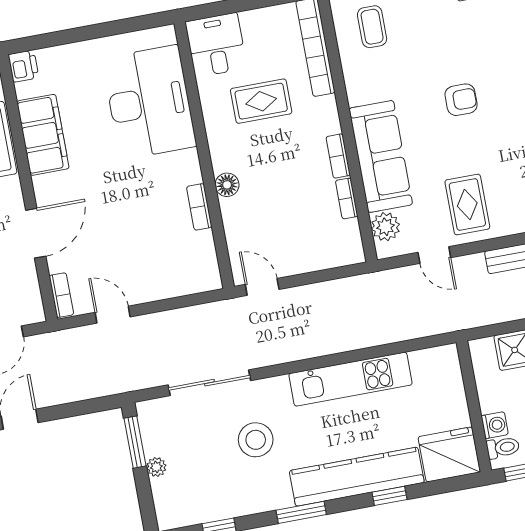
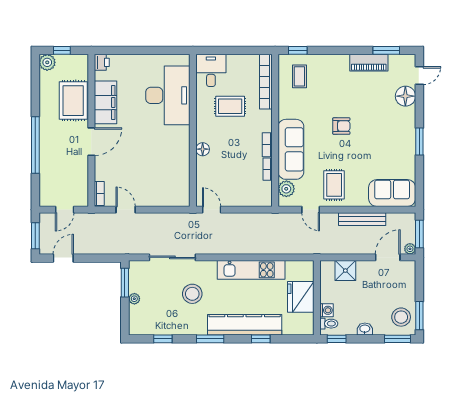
bookcase: (199, 207) -> (185, 159), removed
door: (36, 233) -> (91, 142), moved
fridge: (449, 455) -> (301, 297), moved, turned -90

